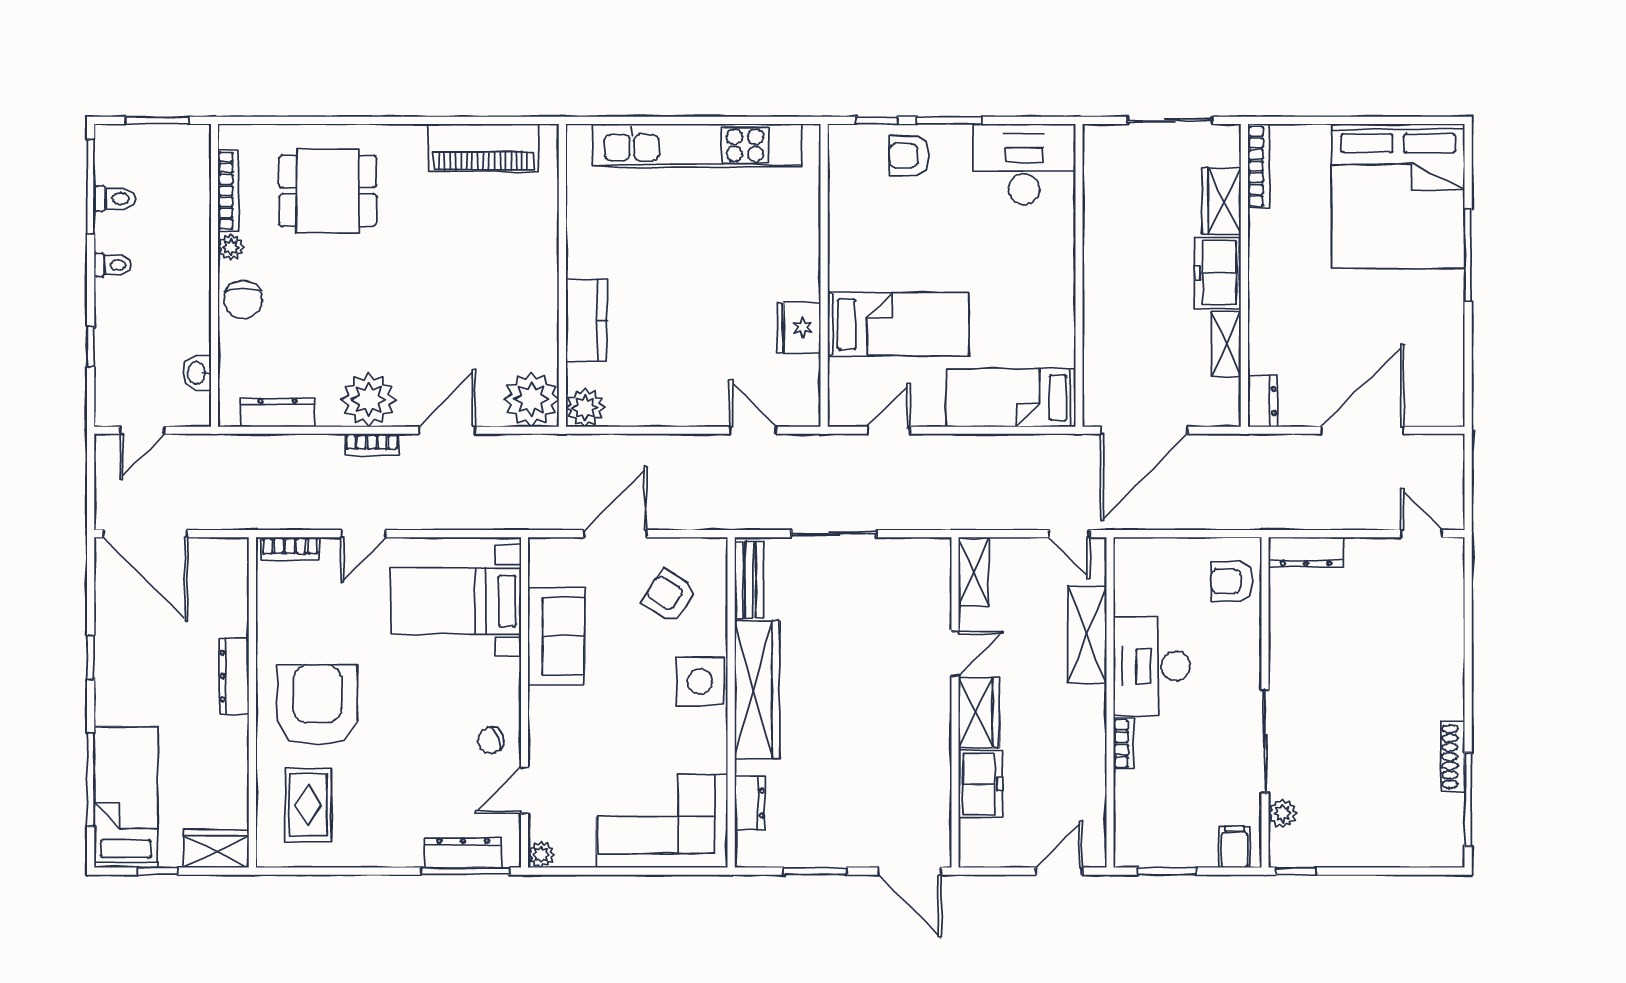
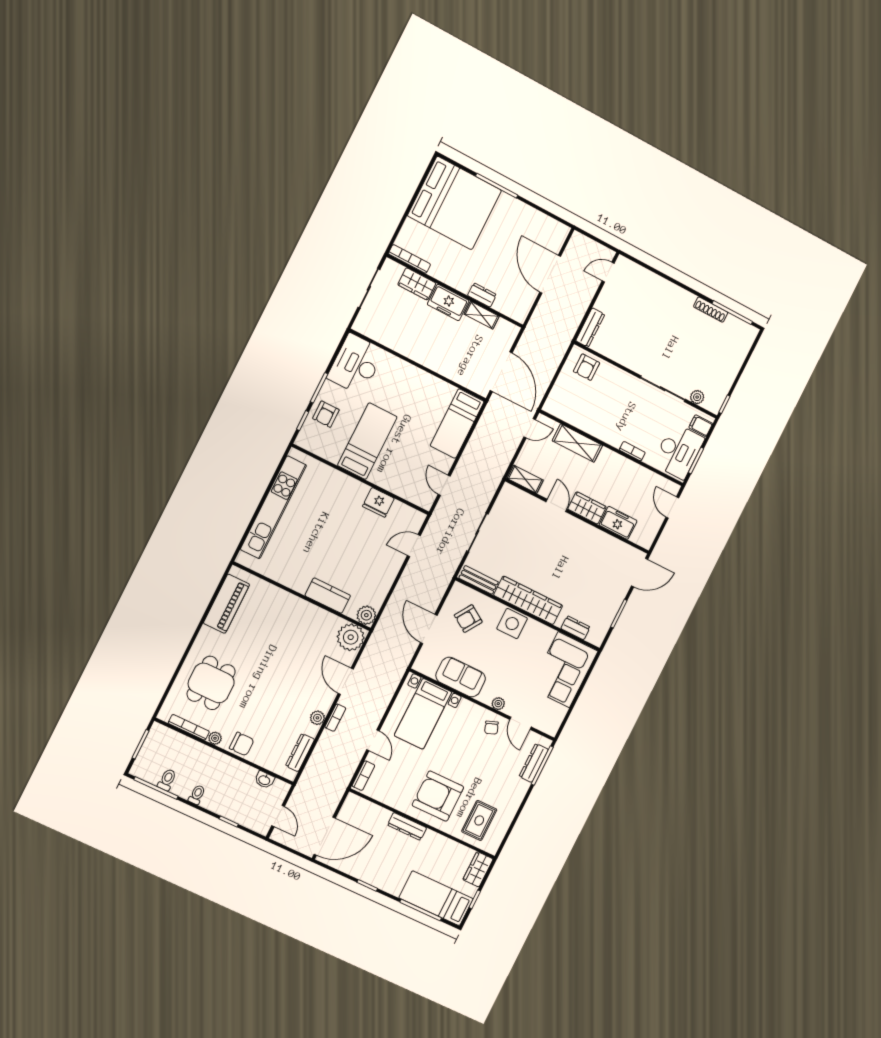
bed: (898, 324) -> (367, 441), moved
plant: (369, 400) -> (317, 718), width x0.53, depth x0.53
dresser: (1262, 401) -> (482, 295), moved
desk: (1152, 666) -> (678, 451), moved, turned -90
rug: (308, 805) -> (479, 820), turned 90
plant: (541, 855) -> (498, 704), moved

